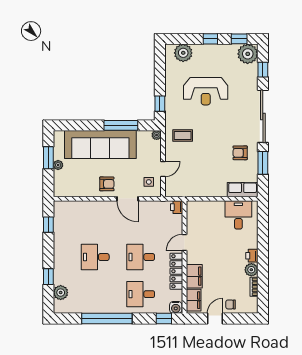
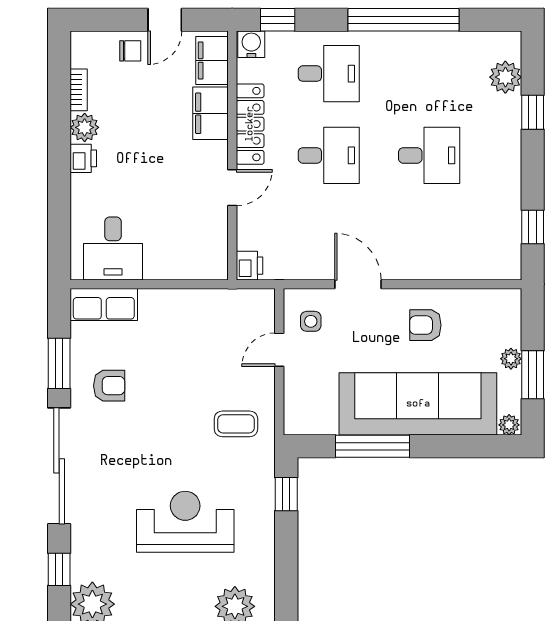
plant: (157, 135) -> (509, 425), moved
armchair: (107, 184) -> (425, 325), moved

